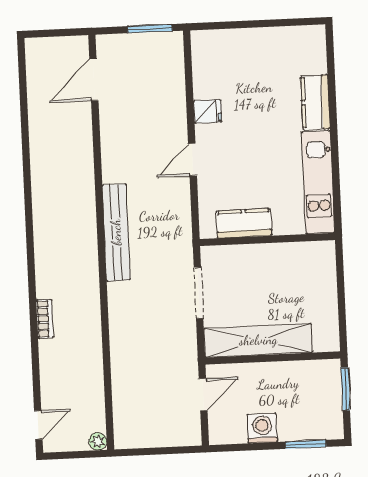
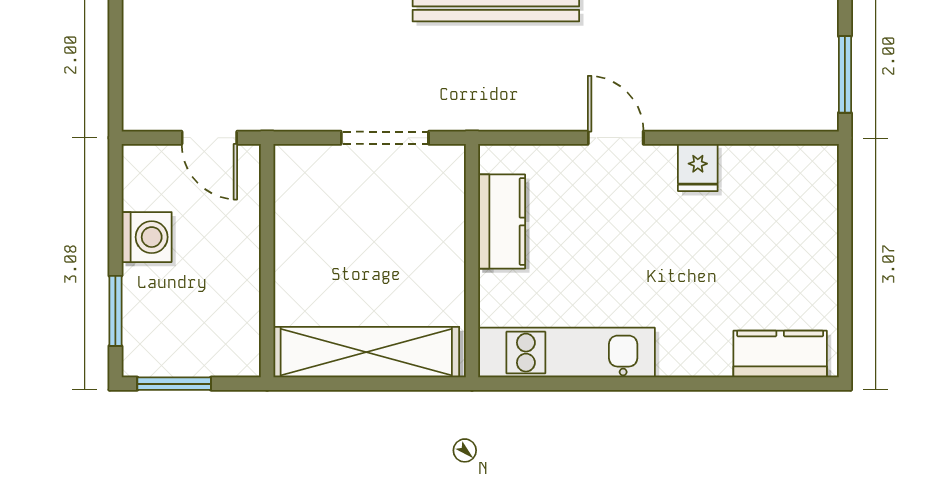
kitchen counter: (315, 102) -> (780, 354), moved
shelving: (258, 340) -> (366, 352), moved, turned 90
window: (345, 389) -> (174, 384), moved

